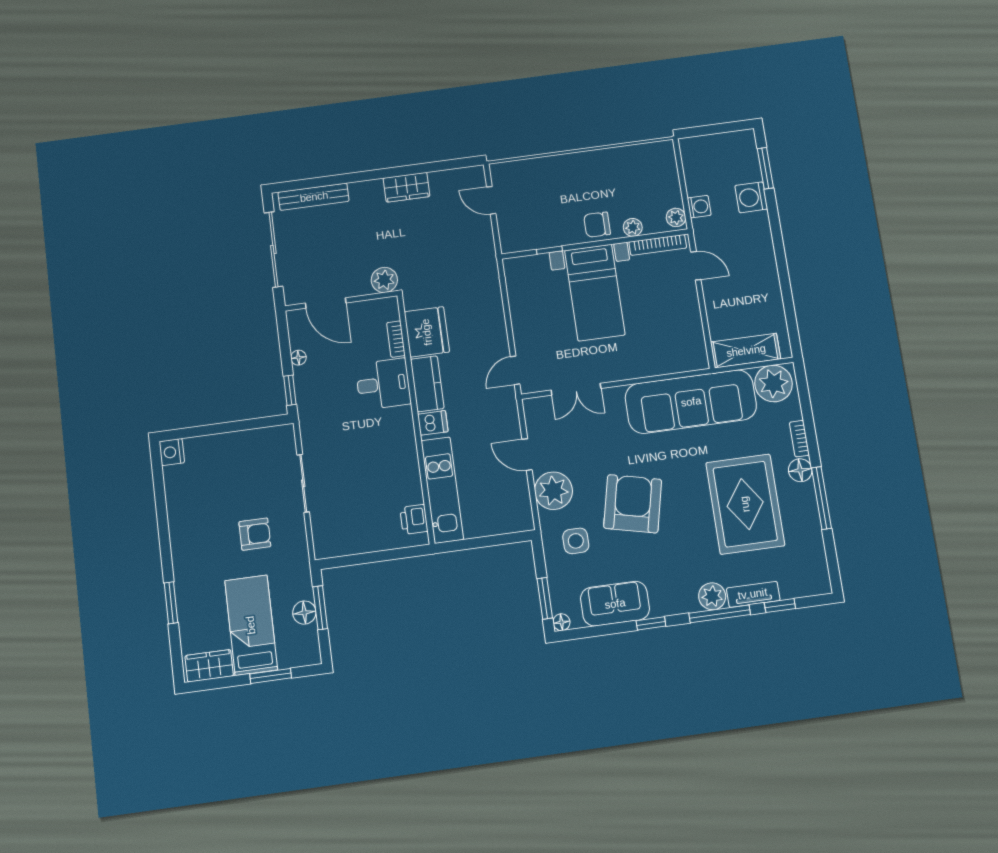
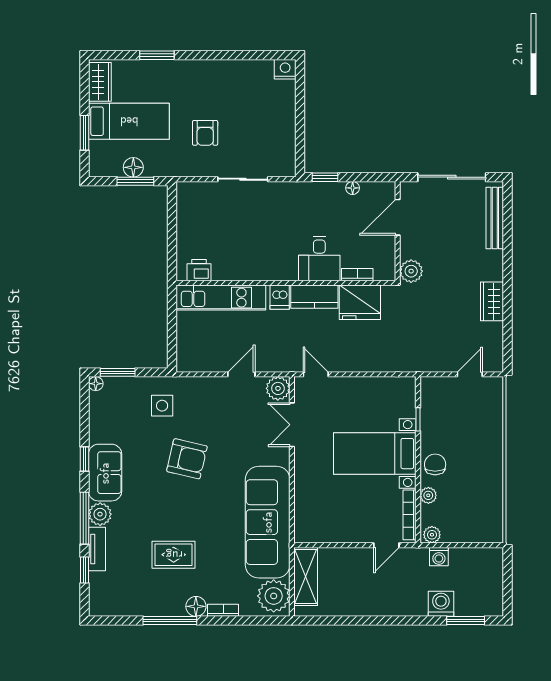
plant: (553, 491) -> (278, 388), moved, width x0.73, depth x0.73
armchair: (633, 504) -> (187, 459), width x0.73, depth x0.73
rug: (745, 504) -> (174, 555), width x0.54, depth x0.49
sofa: (615, 604) -> (105, 473), moved

